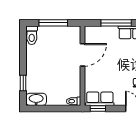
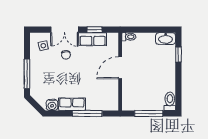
door: (83, 55) -> (120, 68), moved
row of seats: (100, 99) -> (93, 39), moved
window: (98, 108) -> (95, 30), moved

